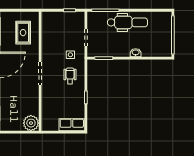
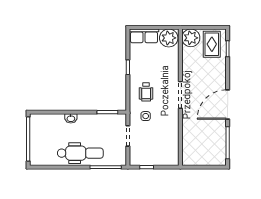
dental chair: (127, 22) -> (80, 153), turned 180
rug: (23, 33) -> (212, 44), moved
plant: (50, 123) -> (169, 38), added

